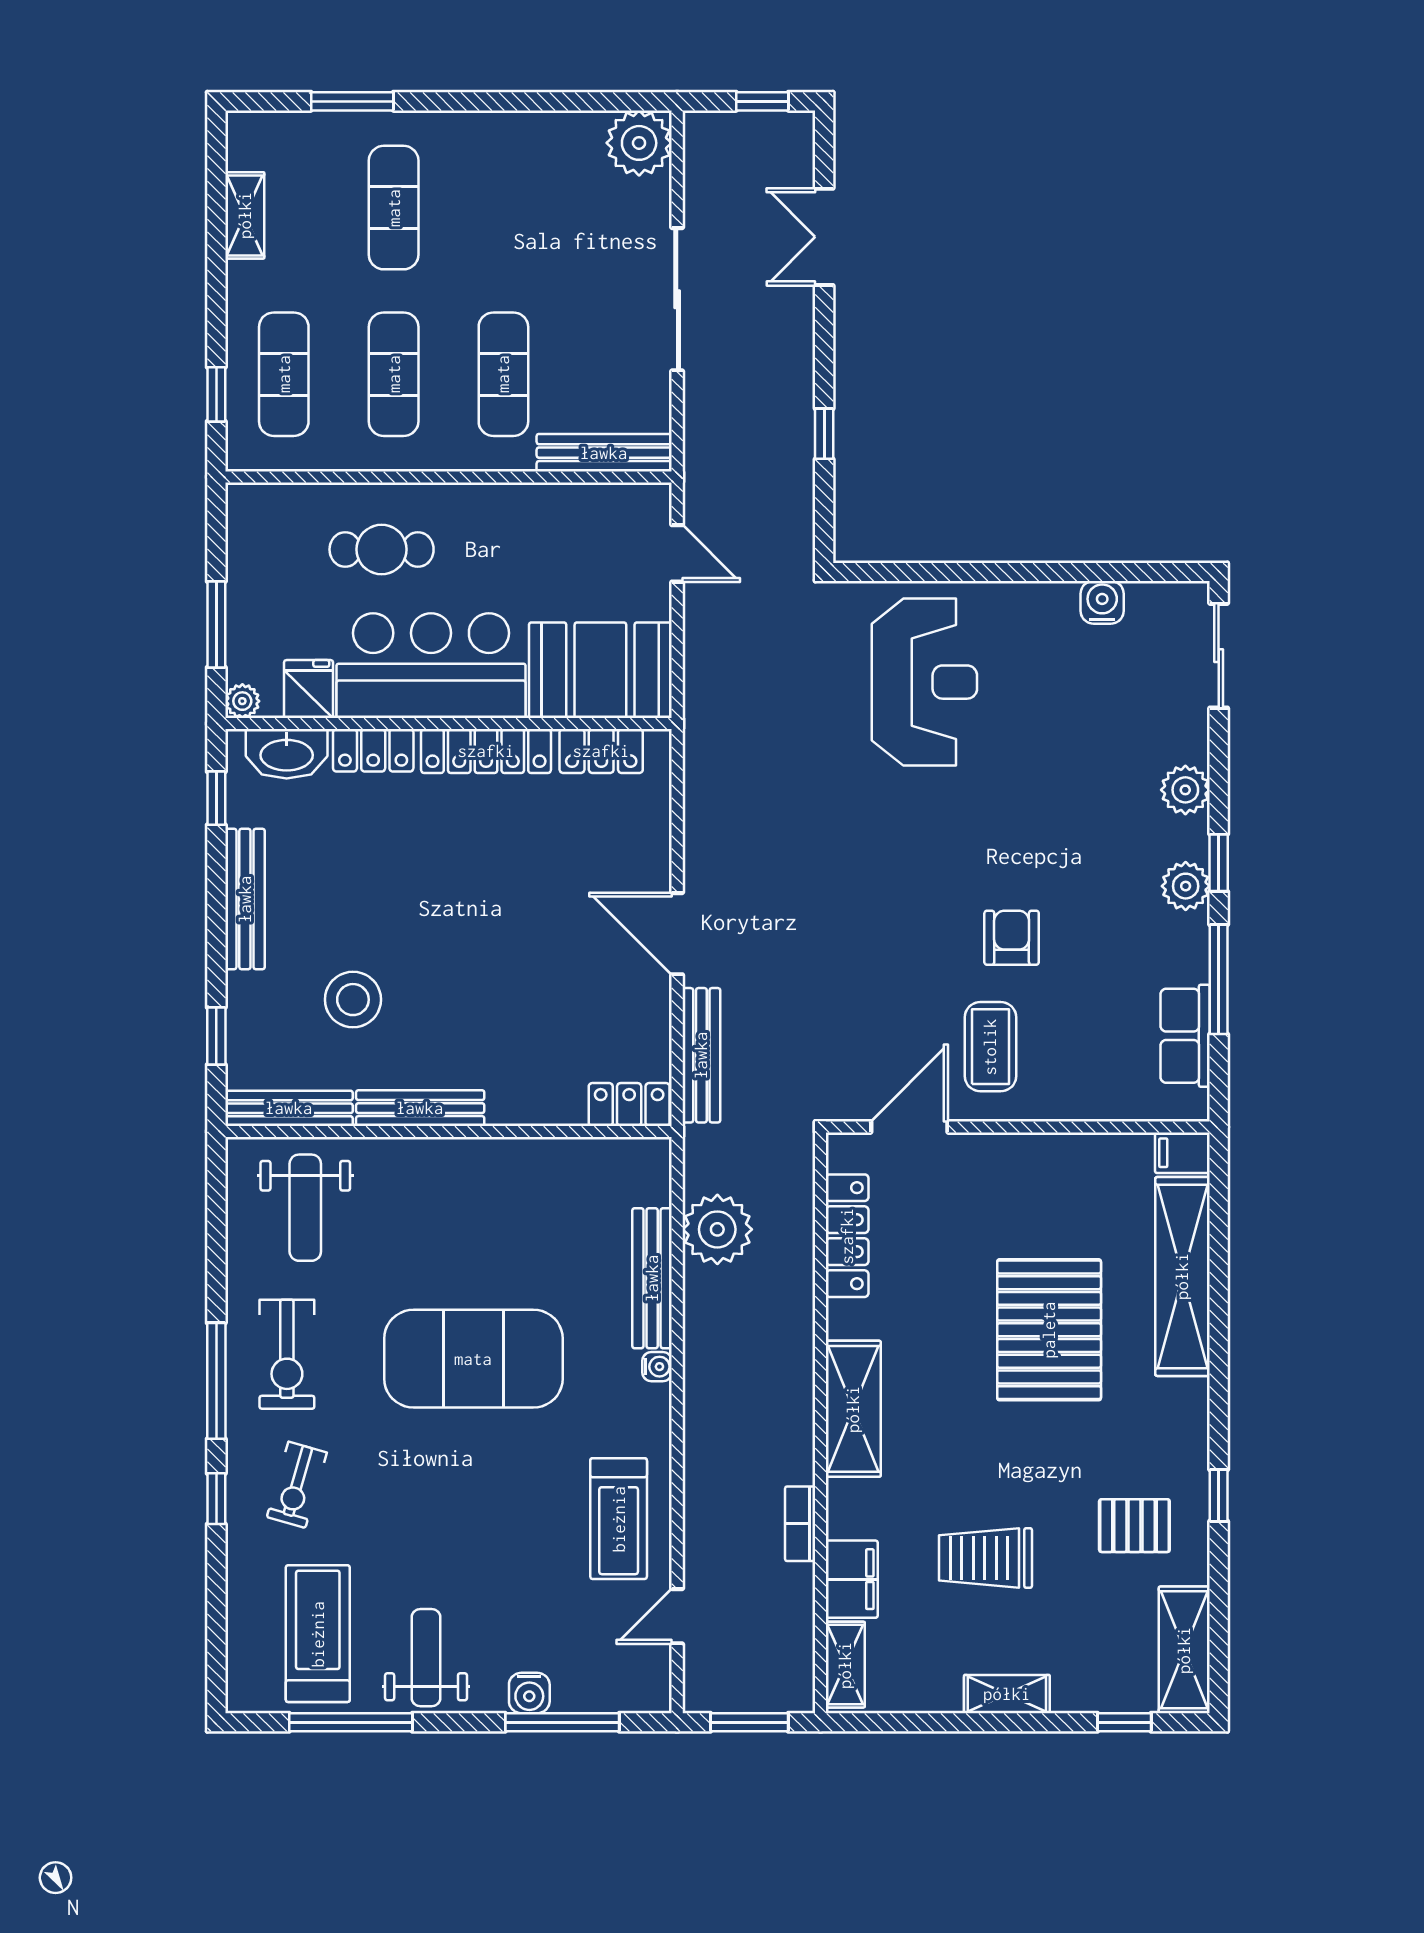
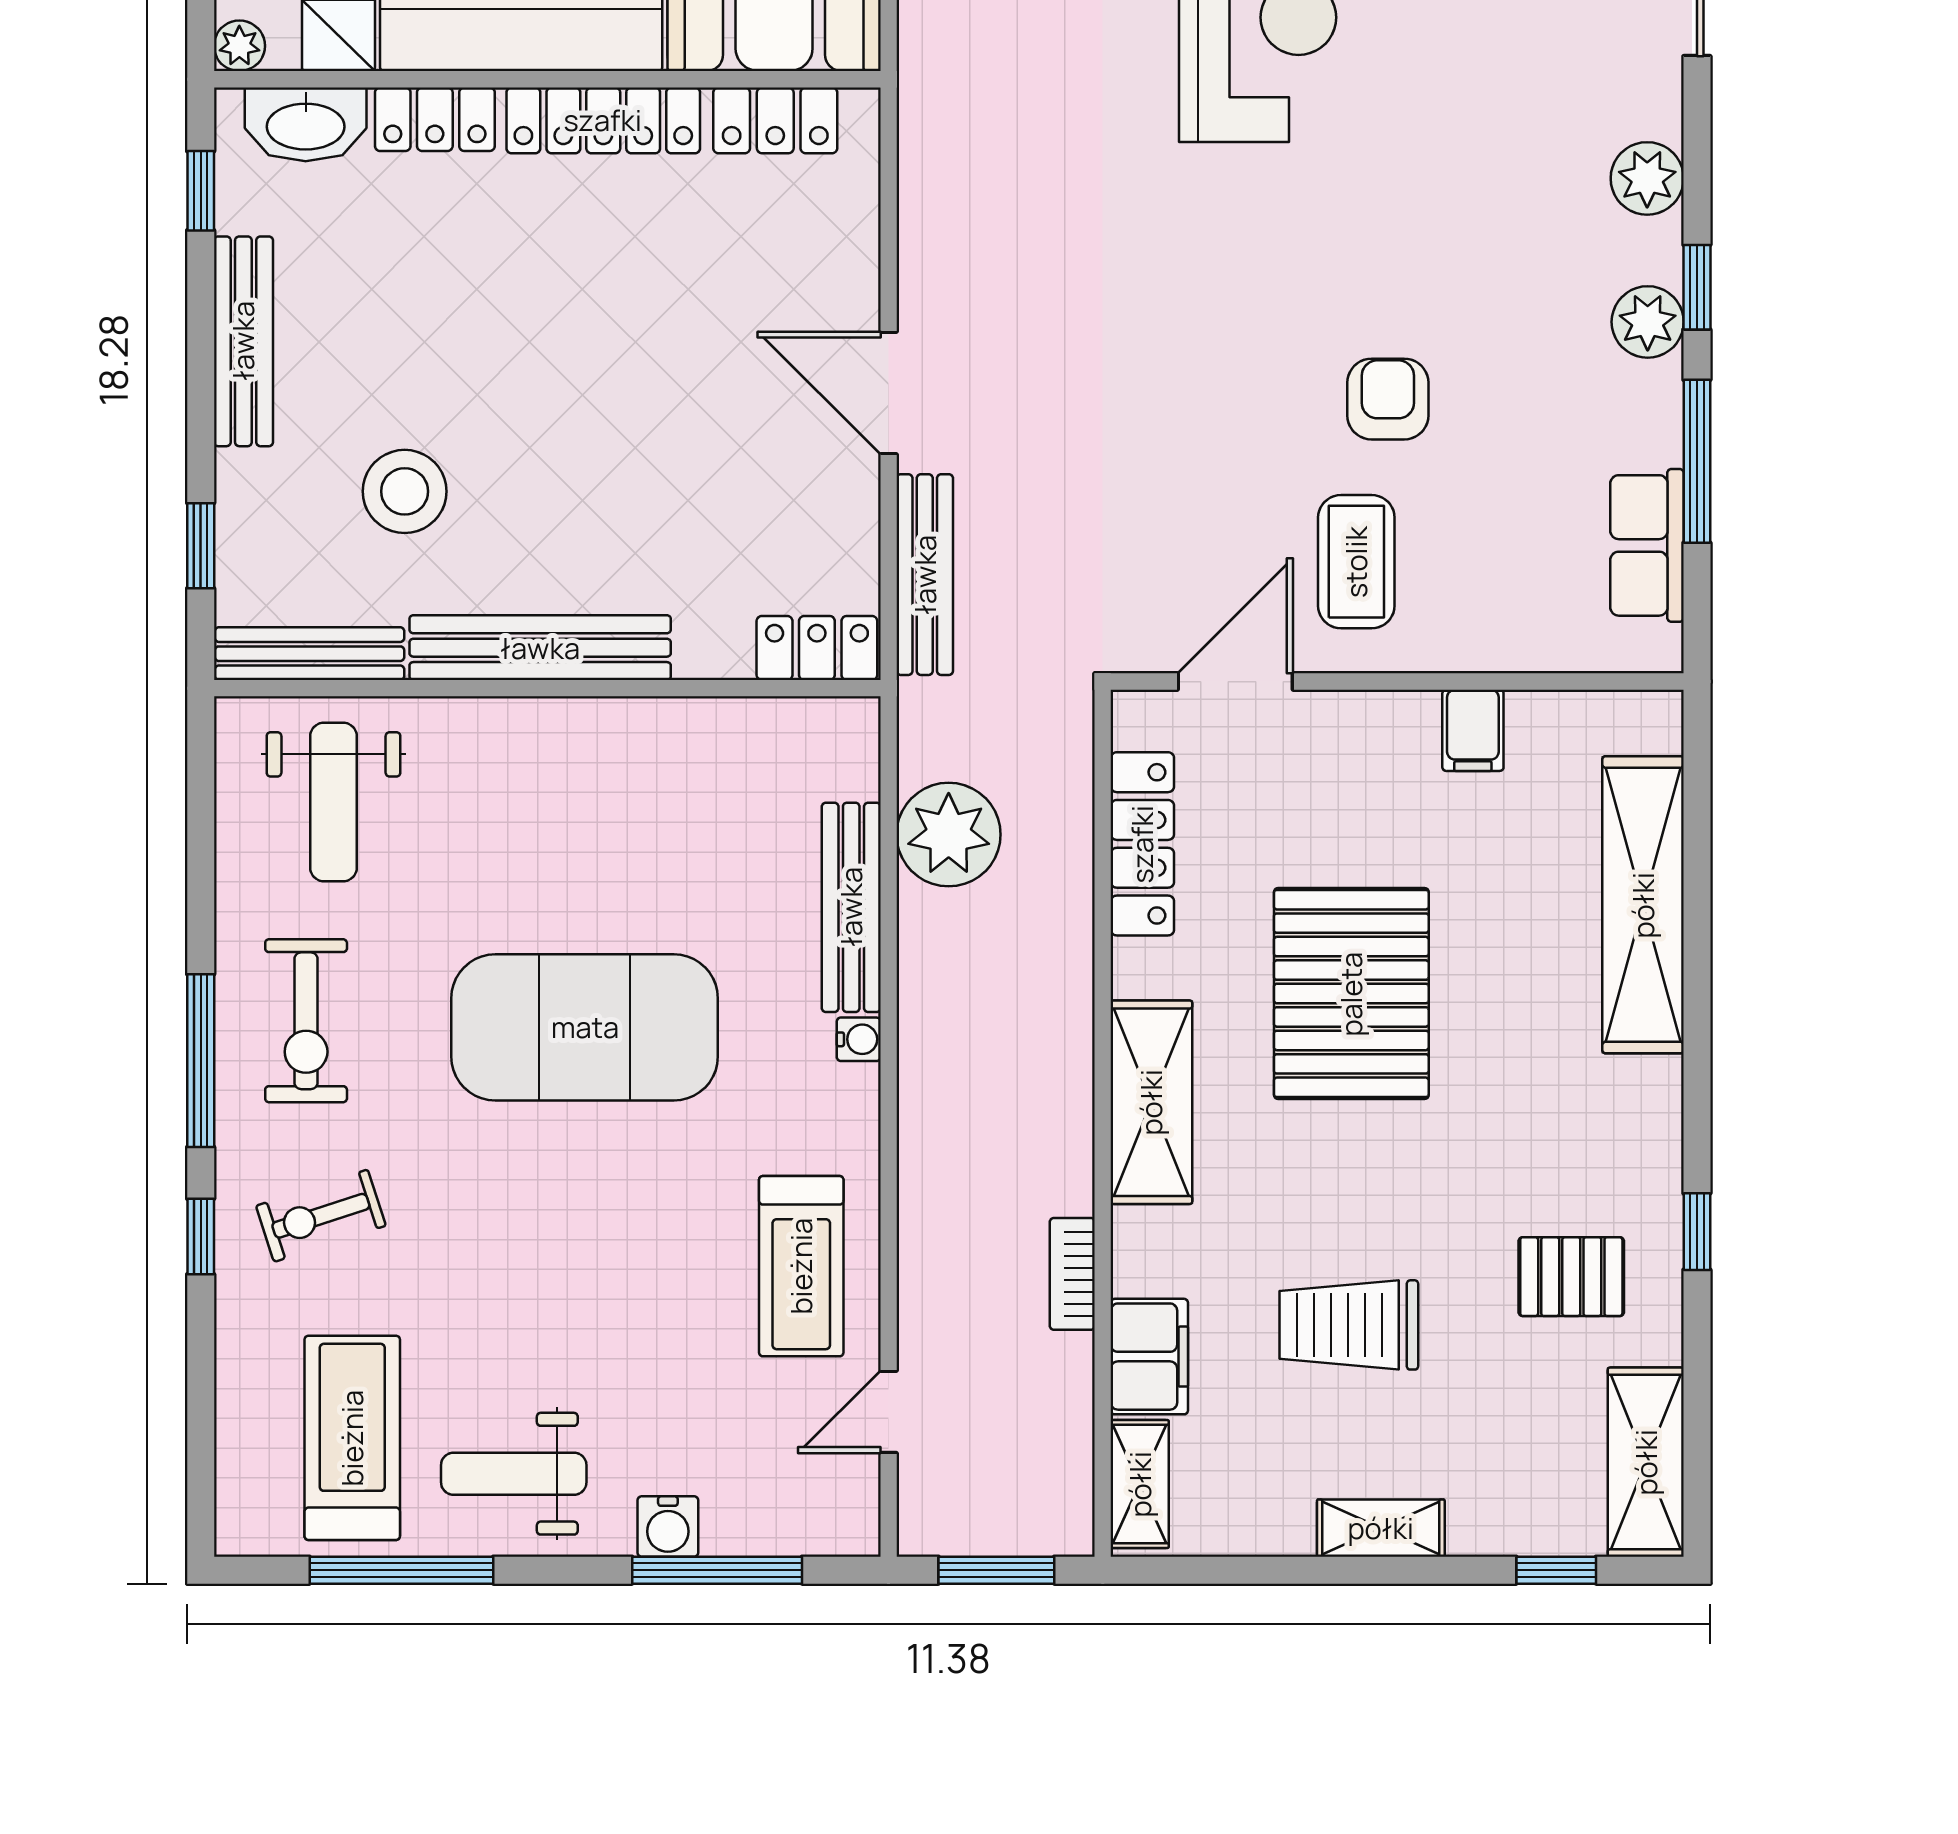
bench: (420, 1108) -> (540, 648), width x1.37, depth x1.21
filing cabinet: (1182, 1153) -> (1473, 730), moved, turned -90
pallet: (1049, 1330) -> (1351, 994), moved
exercise bike: (297, 1485) -> (321, 1216), turned 56
weight bench: (426, 1658) -> (514, 1474), turned -90

